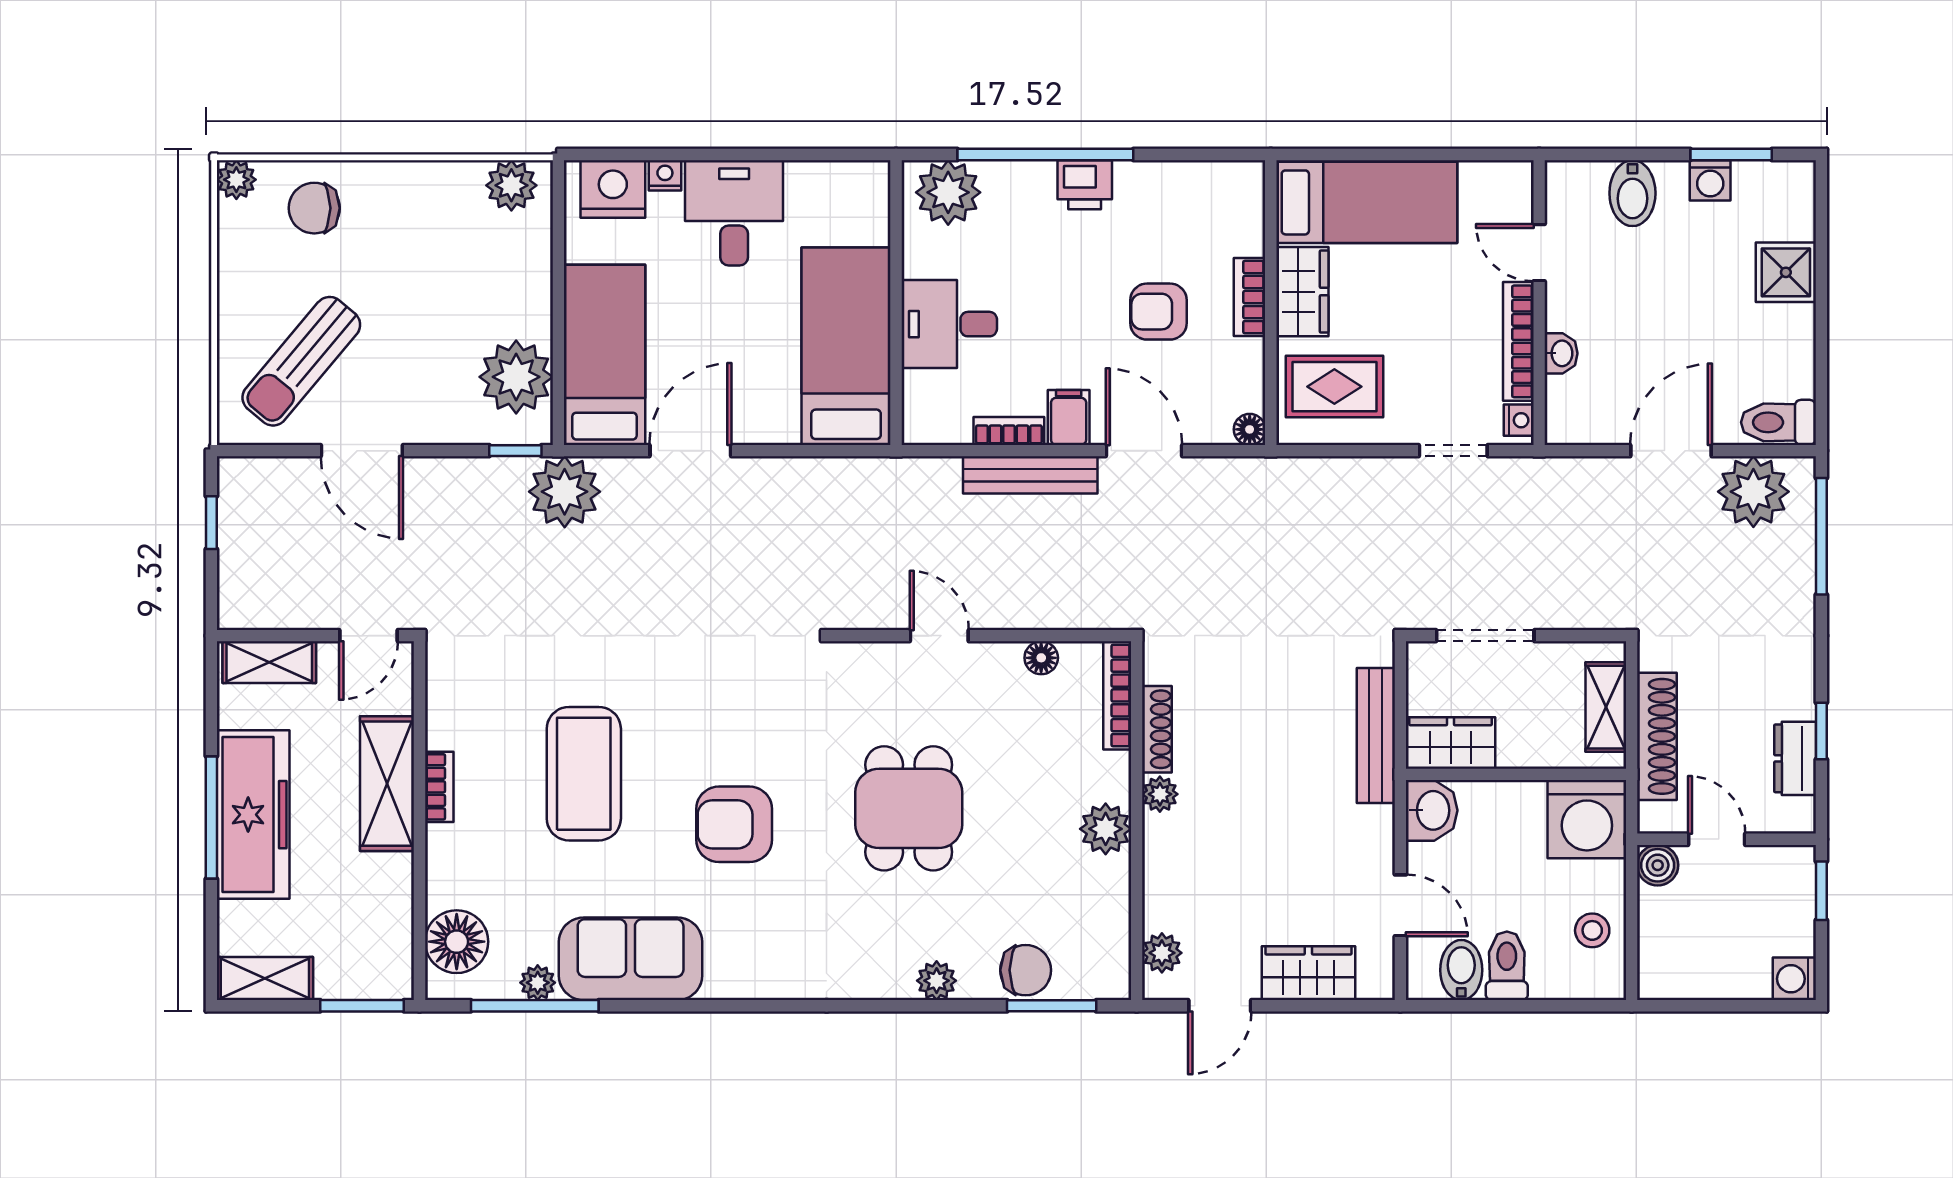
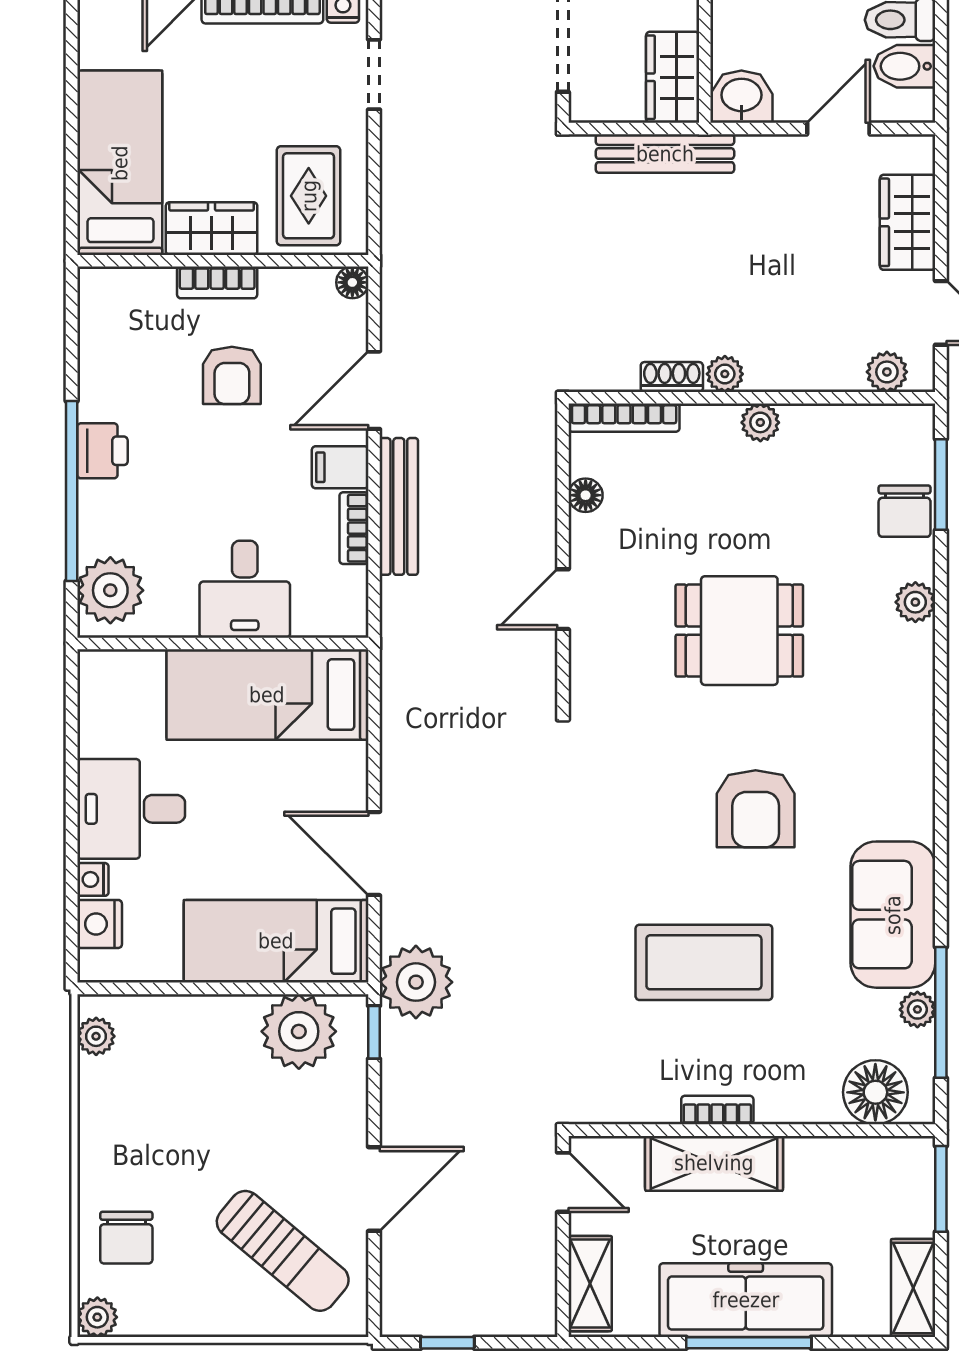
plant: (511, 185) -> (96, 1036), width x0.73, depth x0.73
nightstand: (613, 189) -> (100, 924), width x0.74, depth x0.75
shoe rack: (1157, 729) -> (672, 377), width x0.70
plant: (1106, 829) -> (760, 422), width x0.73, depth x0.73
chair: (1026, 970) -> (905, 511), turned 180

